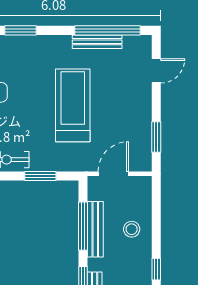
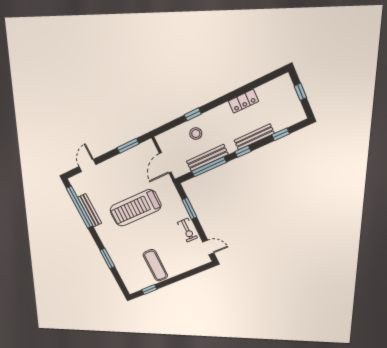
door: (156, 71) -> (87, 165), hinge flipped
door: (113, 174) -> (165, 163), hinge flipped
window: (156, 269) -> (193, 114), moved

